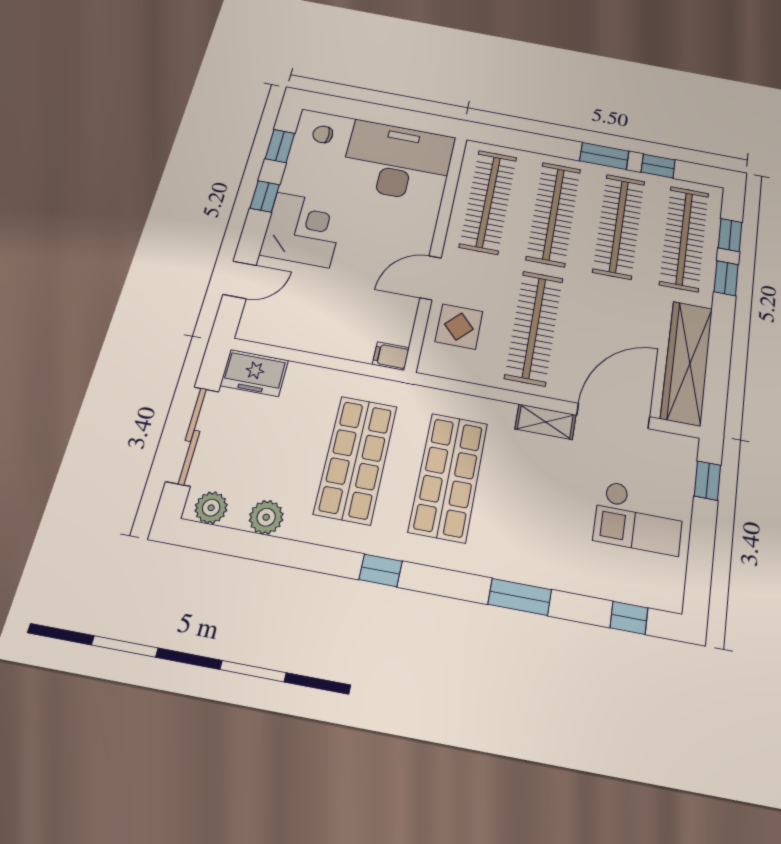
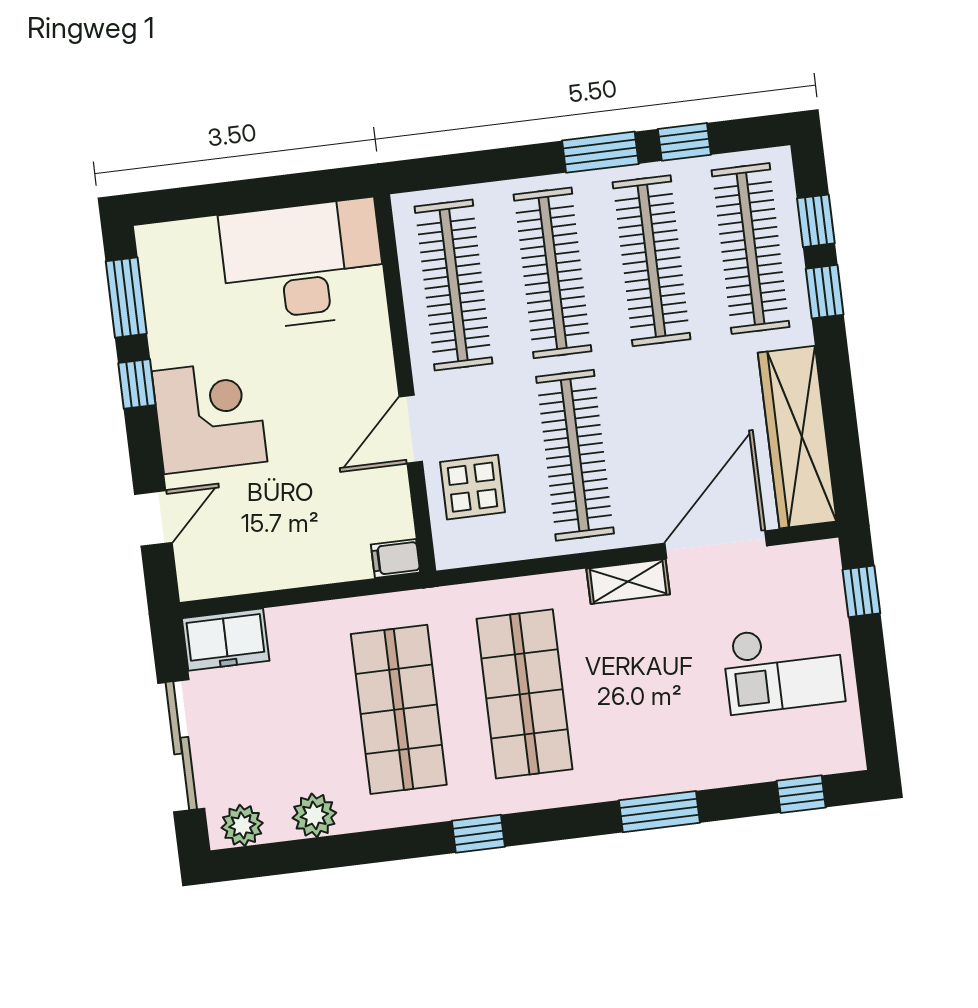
chair: (323, 134) -> (180, 258), removed
window: (280, 146) -> (126, 298), width x1.50

